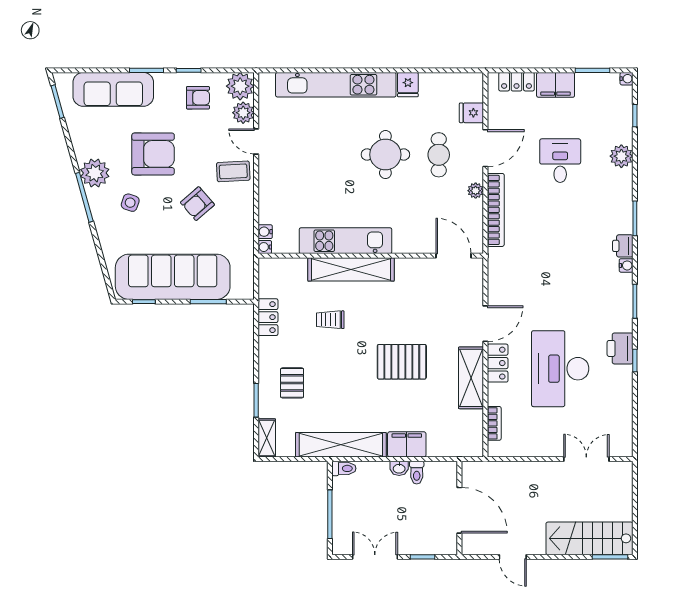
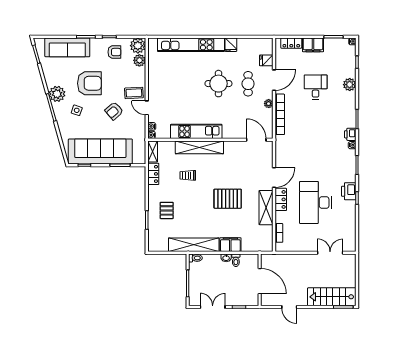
door: (256, 141) -> (147, 108), moved
shelving: (267, 438) -> (153, 152), moved

